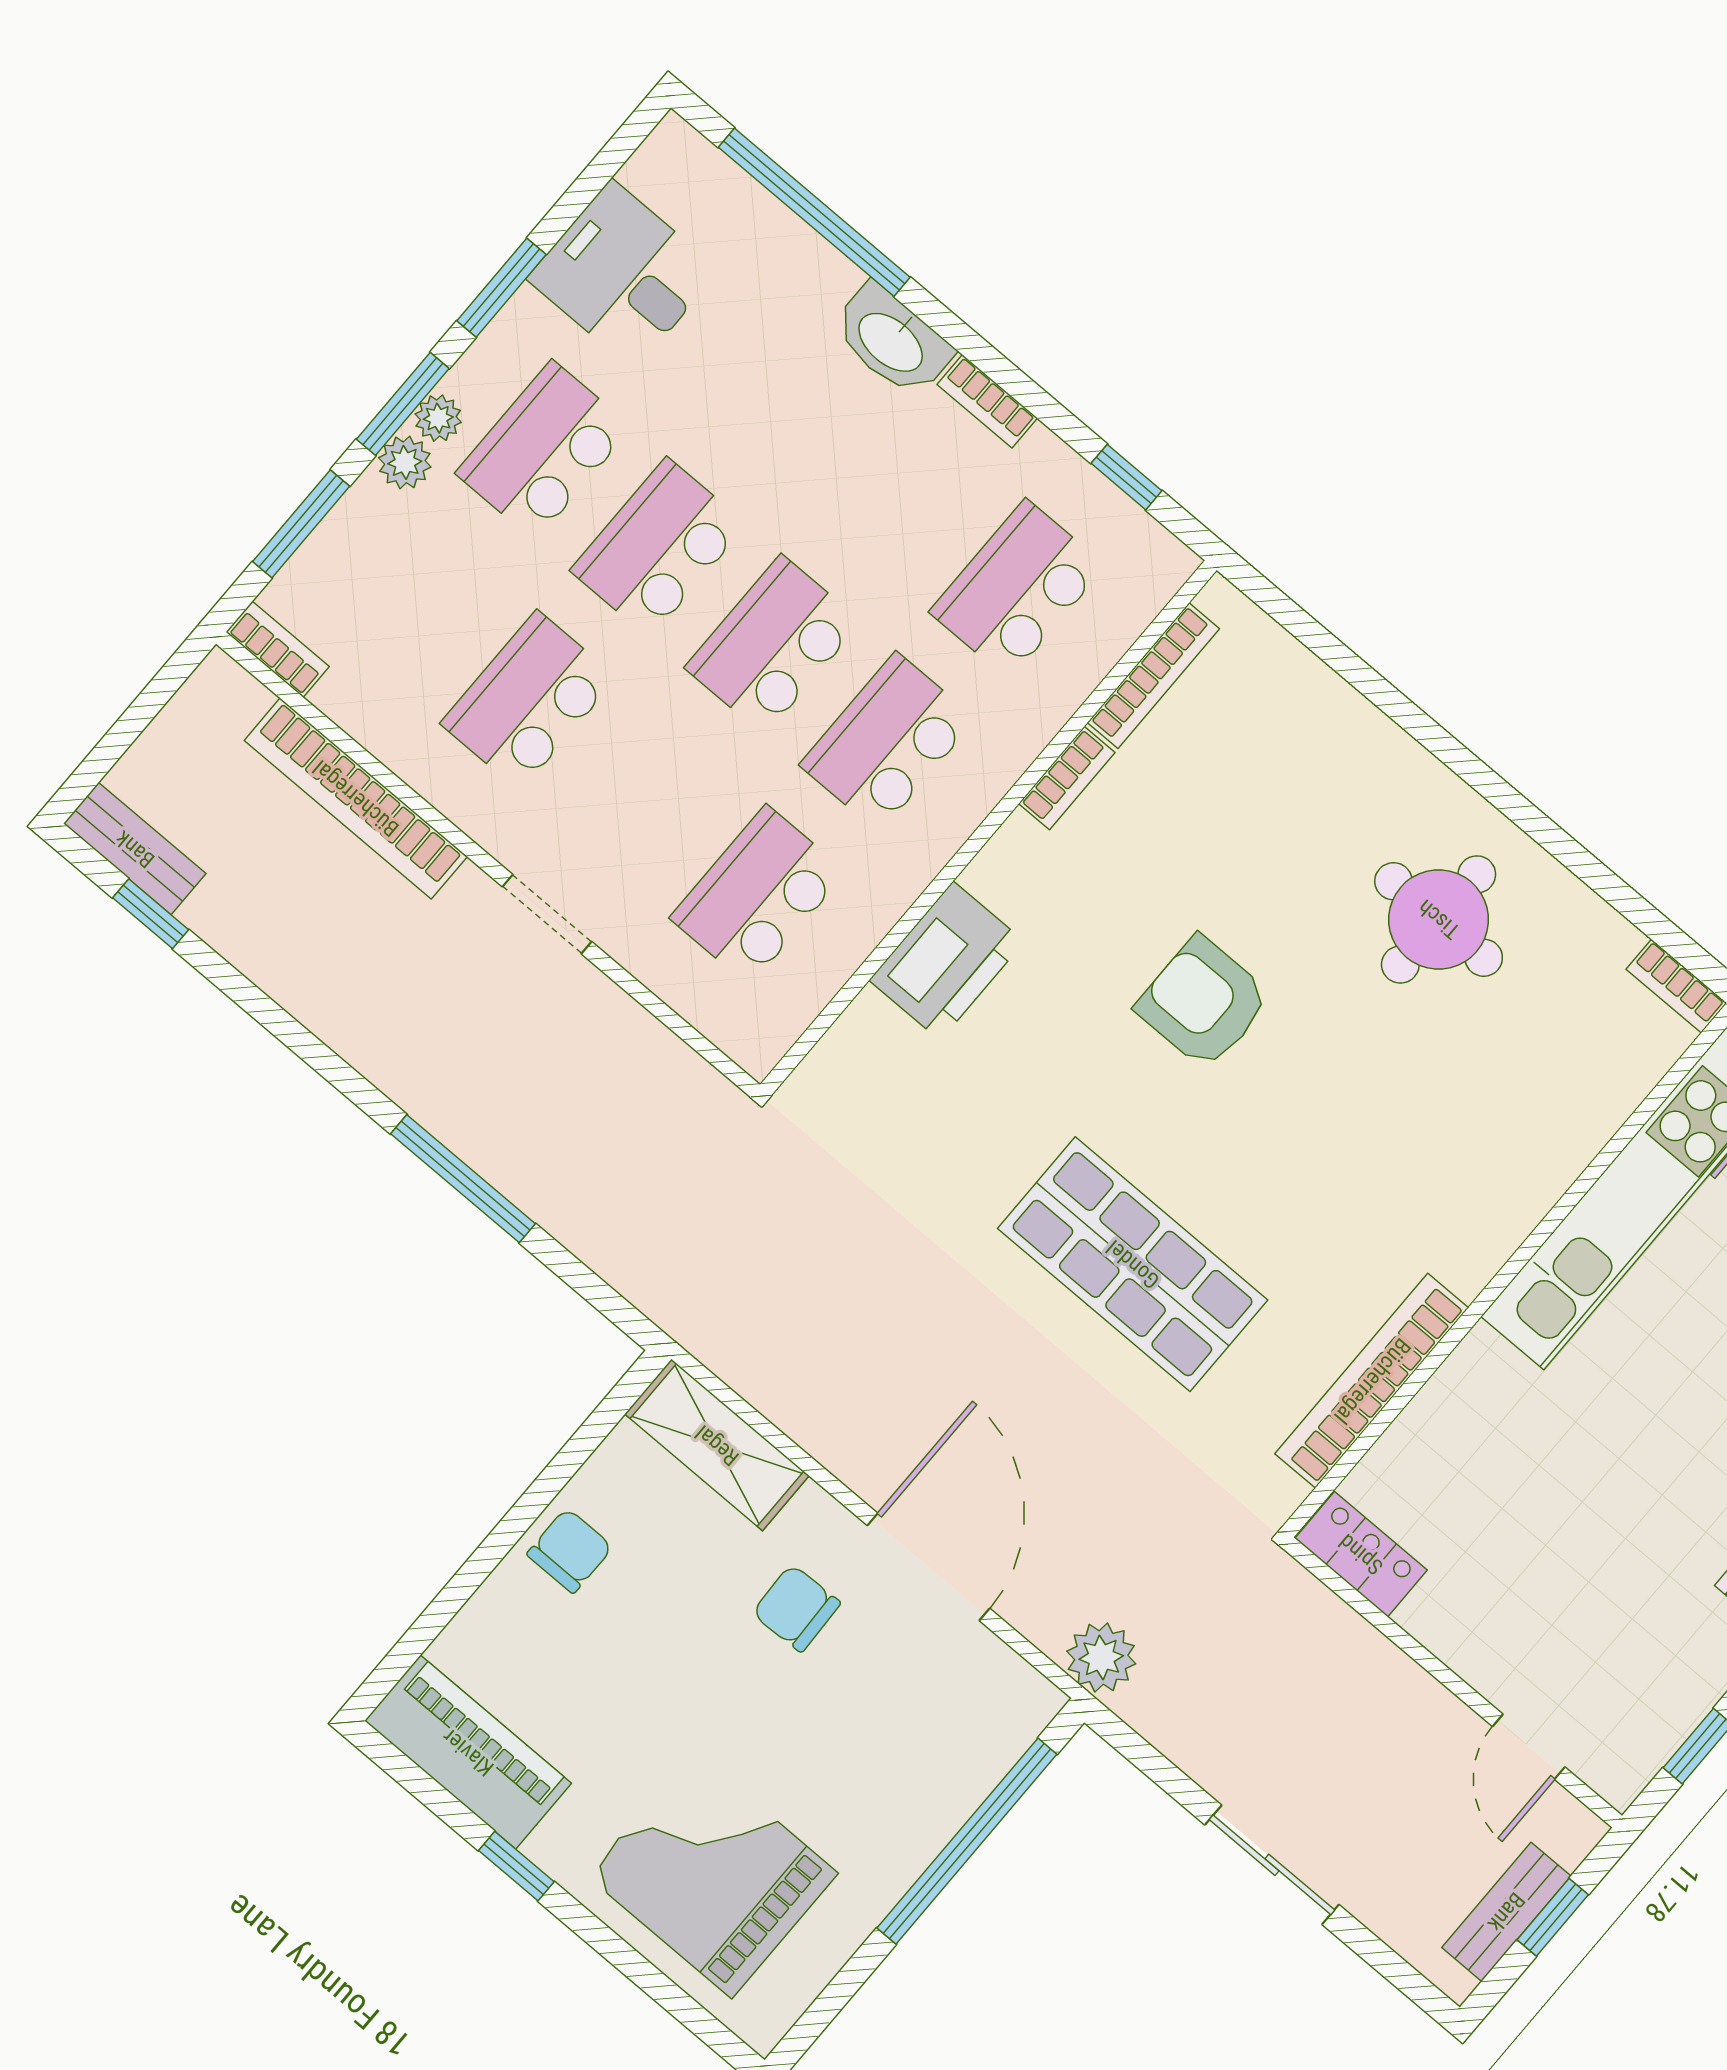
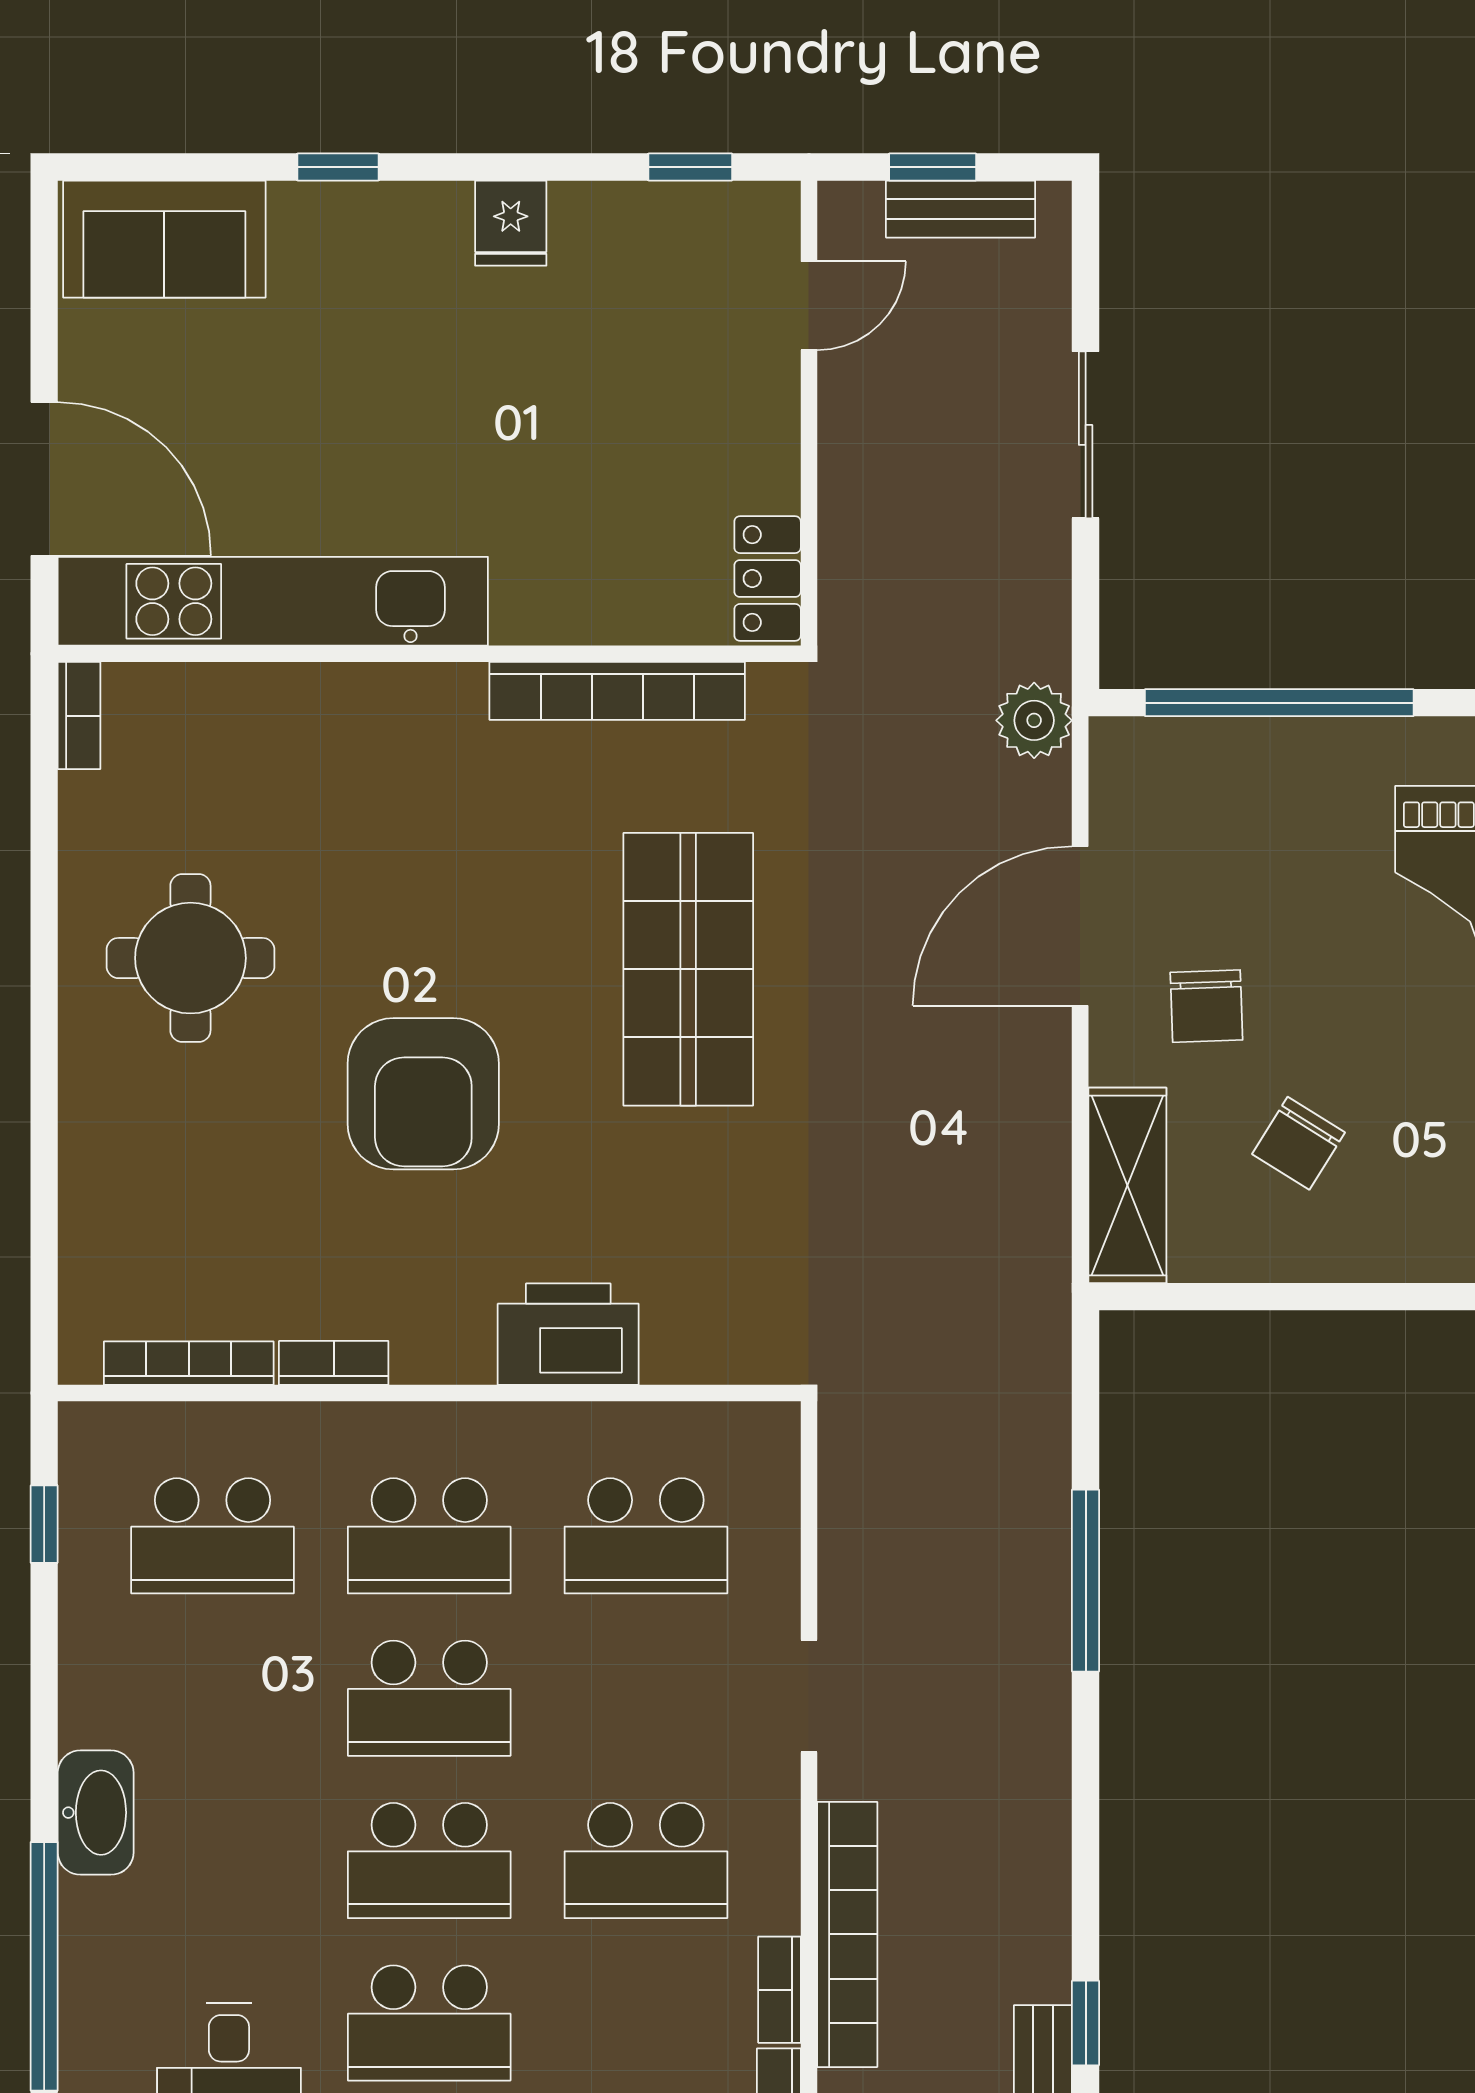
bookcase: (987, 401) -> (780, 1990), moved, turned 180
armchair: (1203, 1003) -> (423, 1094), width x1.36, depth x1.36
chair: (570, 1551) -> (1298, 1143), moved, turned -58

